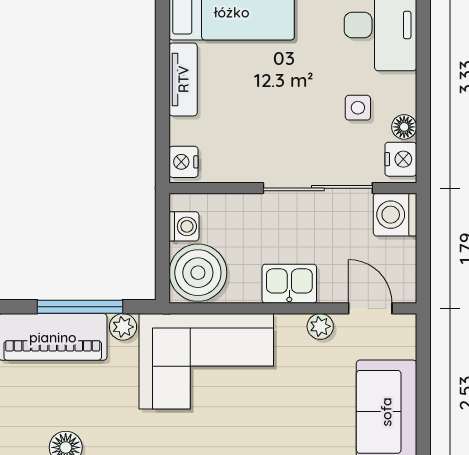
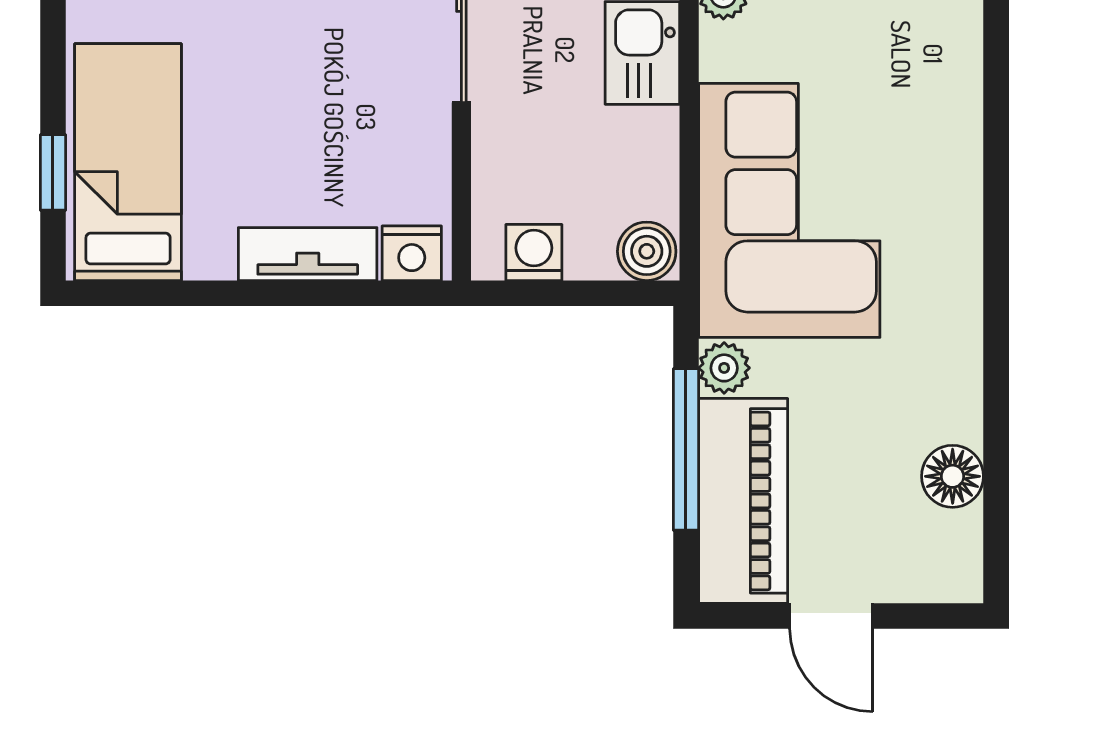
tv unit: (183, 79) -> (308, 254), moved
boiler: (198, 273) -> (647, 251), width x0.54, depth x0.54

